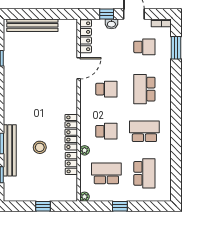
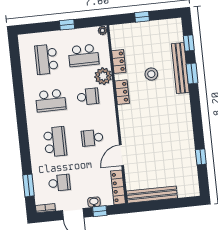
bench: (32, 25) -> (152, 195), moved
school desk: (144, 47) -> (59, 183), turned 180
school desk: (106, 131) -> (88, 97), turned 180
locker: (71, 132) -> (122, 92), width x0.66
plant: (85, 150) -> (103, 76), width x1.87, depth x1.87

